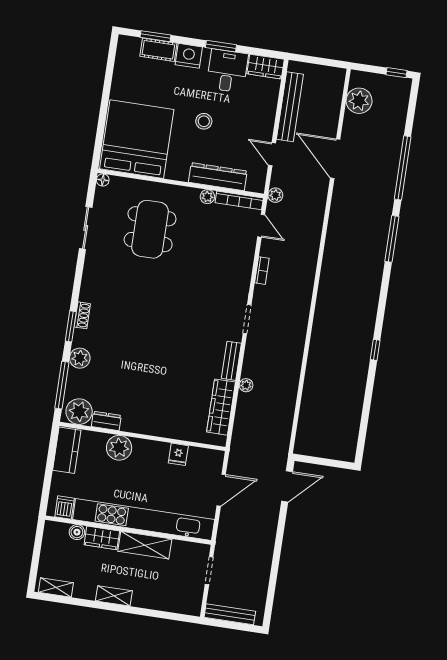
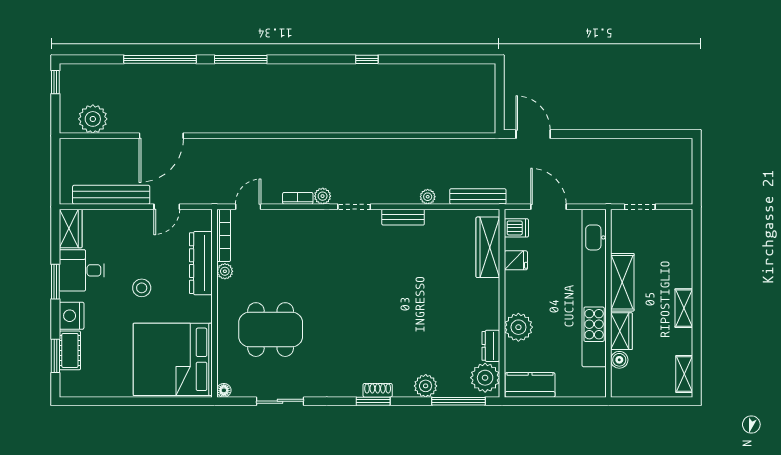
plant: (275, 195) -> (323, 196), moved
window: (71, 326) -> (373, 401), moved
wardrobe: (221, 407) -> (488, 247), moved, turned 90
dishwasher: (65, 508) -> (516, 228), moved, turned 180
bench: (230, 614) -> (478, 196), moved, turned 90

